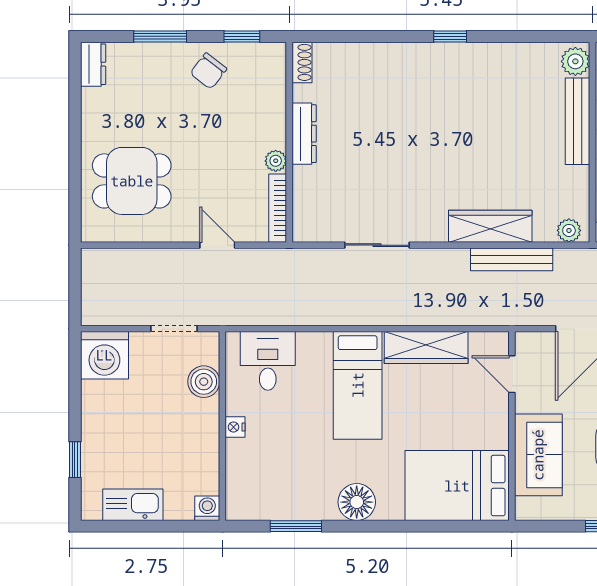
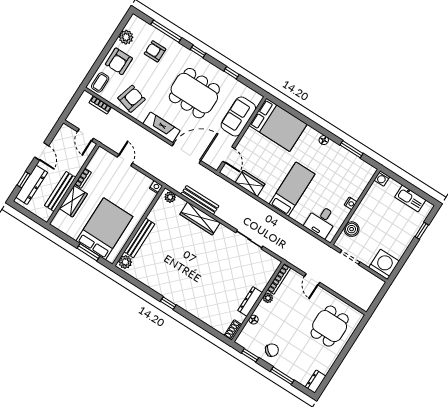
floor lamp: (277, 105) -> (254, 320), added
dining table: (132, 181) -> (330, 326), turned 90
wardrobe: (426, 348) -> (250, 183), width x0.67
floor lamp: (357, 502) -> (324, 140), width x0.53, depth x0.53

